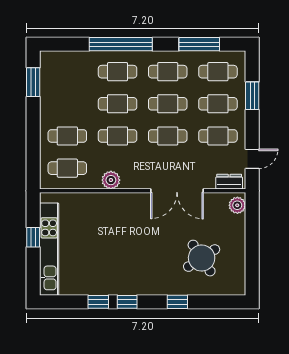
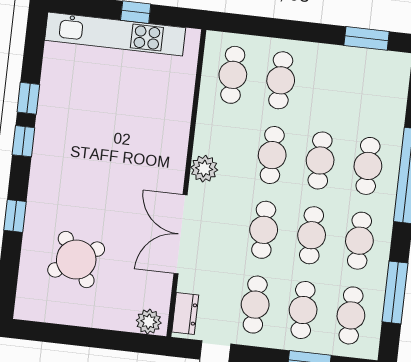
plant: (111, 180) -> (204, 169), moved

